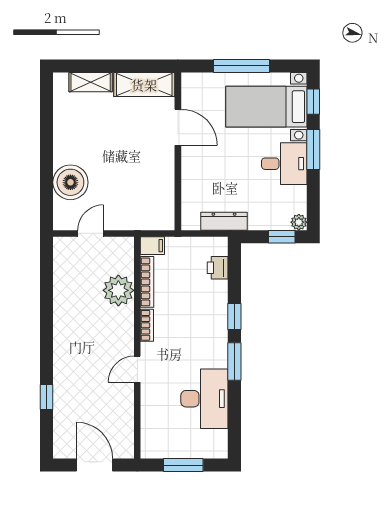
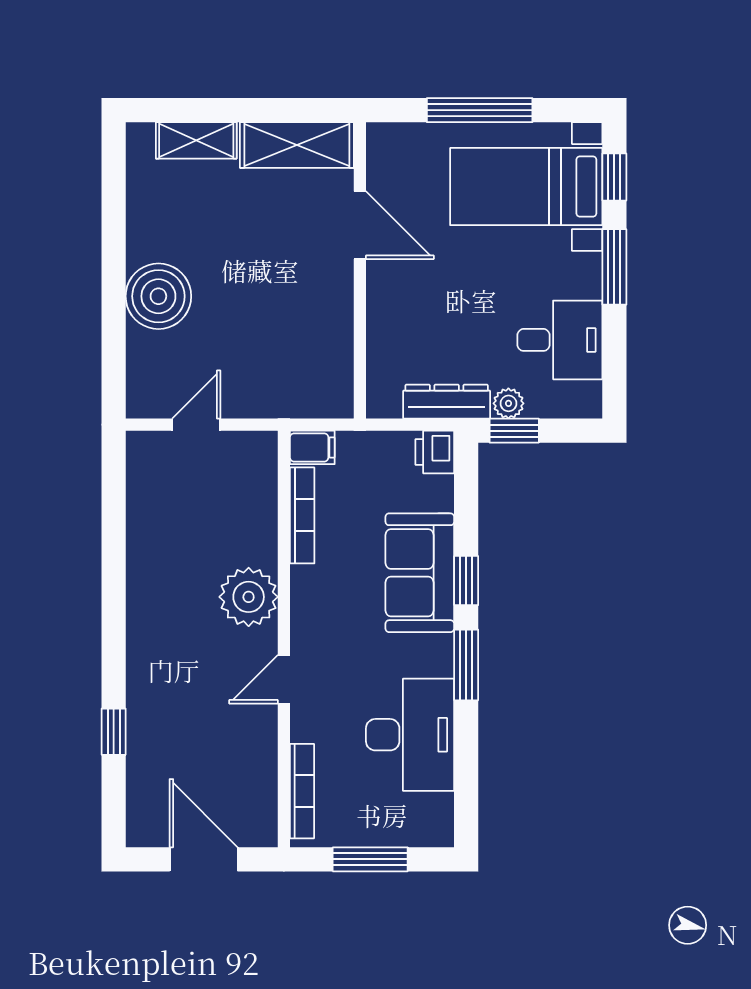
desk: (284, 164) -> (560, 340), moved
boiler: (70, 182) -> (158, 296), moved
plant: (299, 222) -> (508, 403), moved
window: (282, 237) -> (514, 431), moved
printer: (218, 268) -> (435, 452), moved
plant: (118, 290) -> (249, 597), moved
sofa: (210, 312) -> (420, 573), added
bookcase: (147, 325) -> (302, 791), moved, width x1.56

